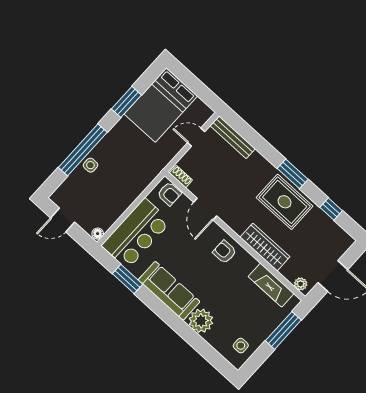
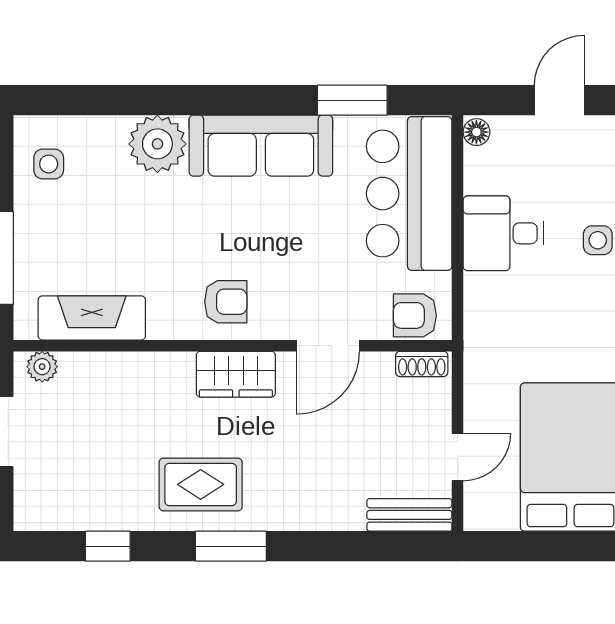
bench: (233, 137) -> (409, 515), width x0.73
desk: (118, 194) -> (503, 233), added
rug: (285, 202) -> (201, 484), width x0.73, depth x0.70
door: (205, 209) -> (328, 346), swing flipped
wardrobe: (265, 247) -> (236, 374), moved, width x0.67

